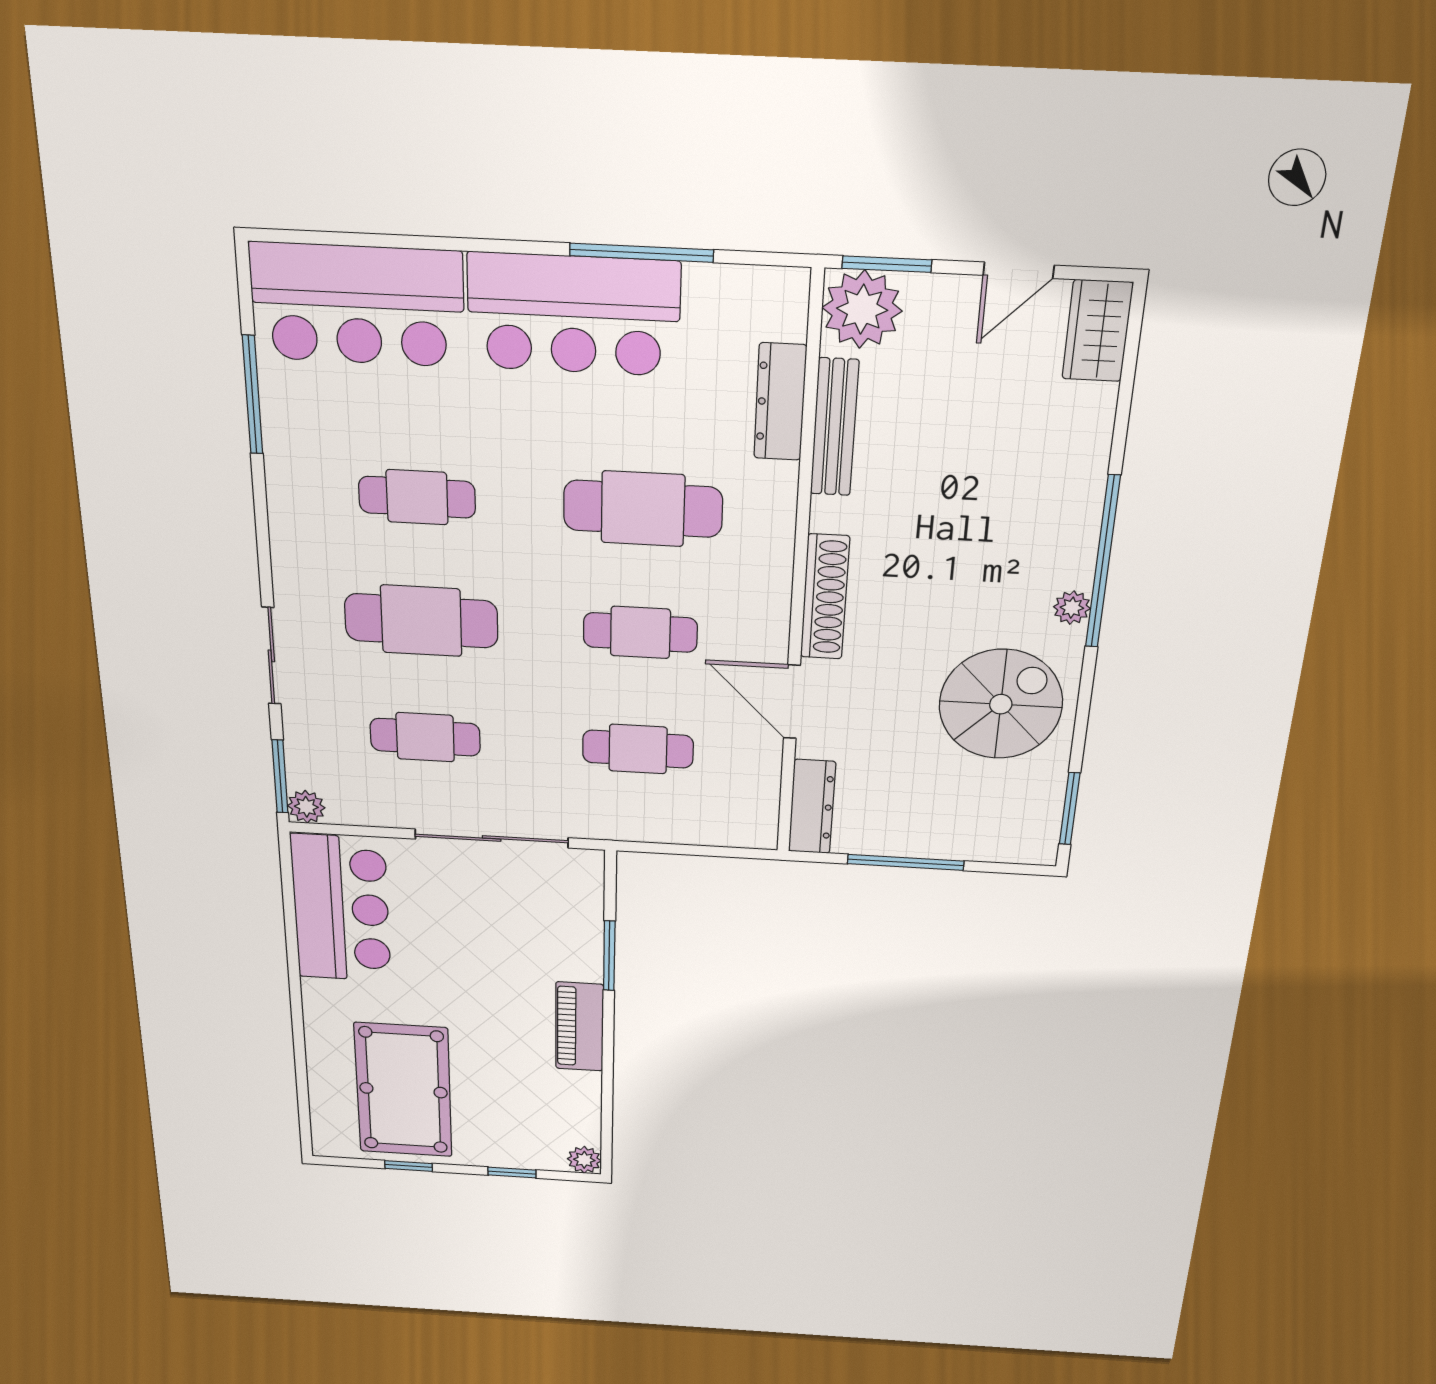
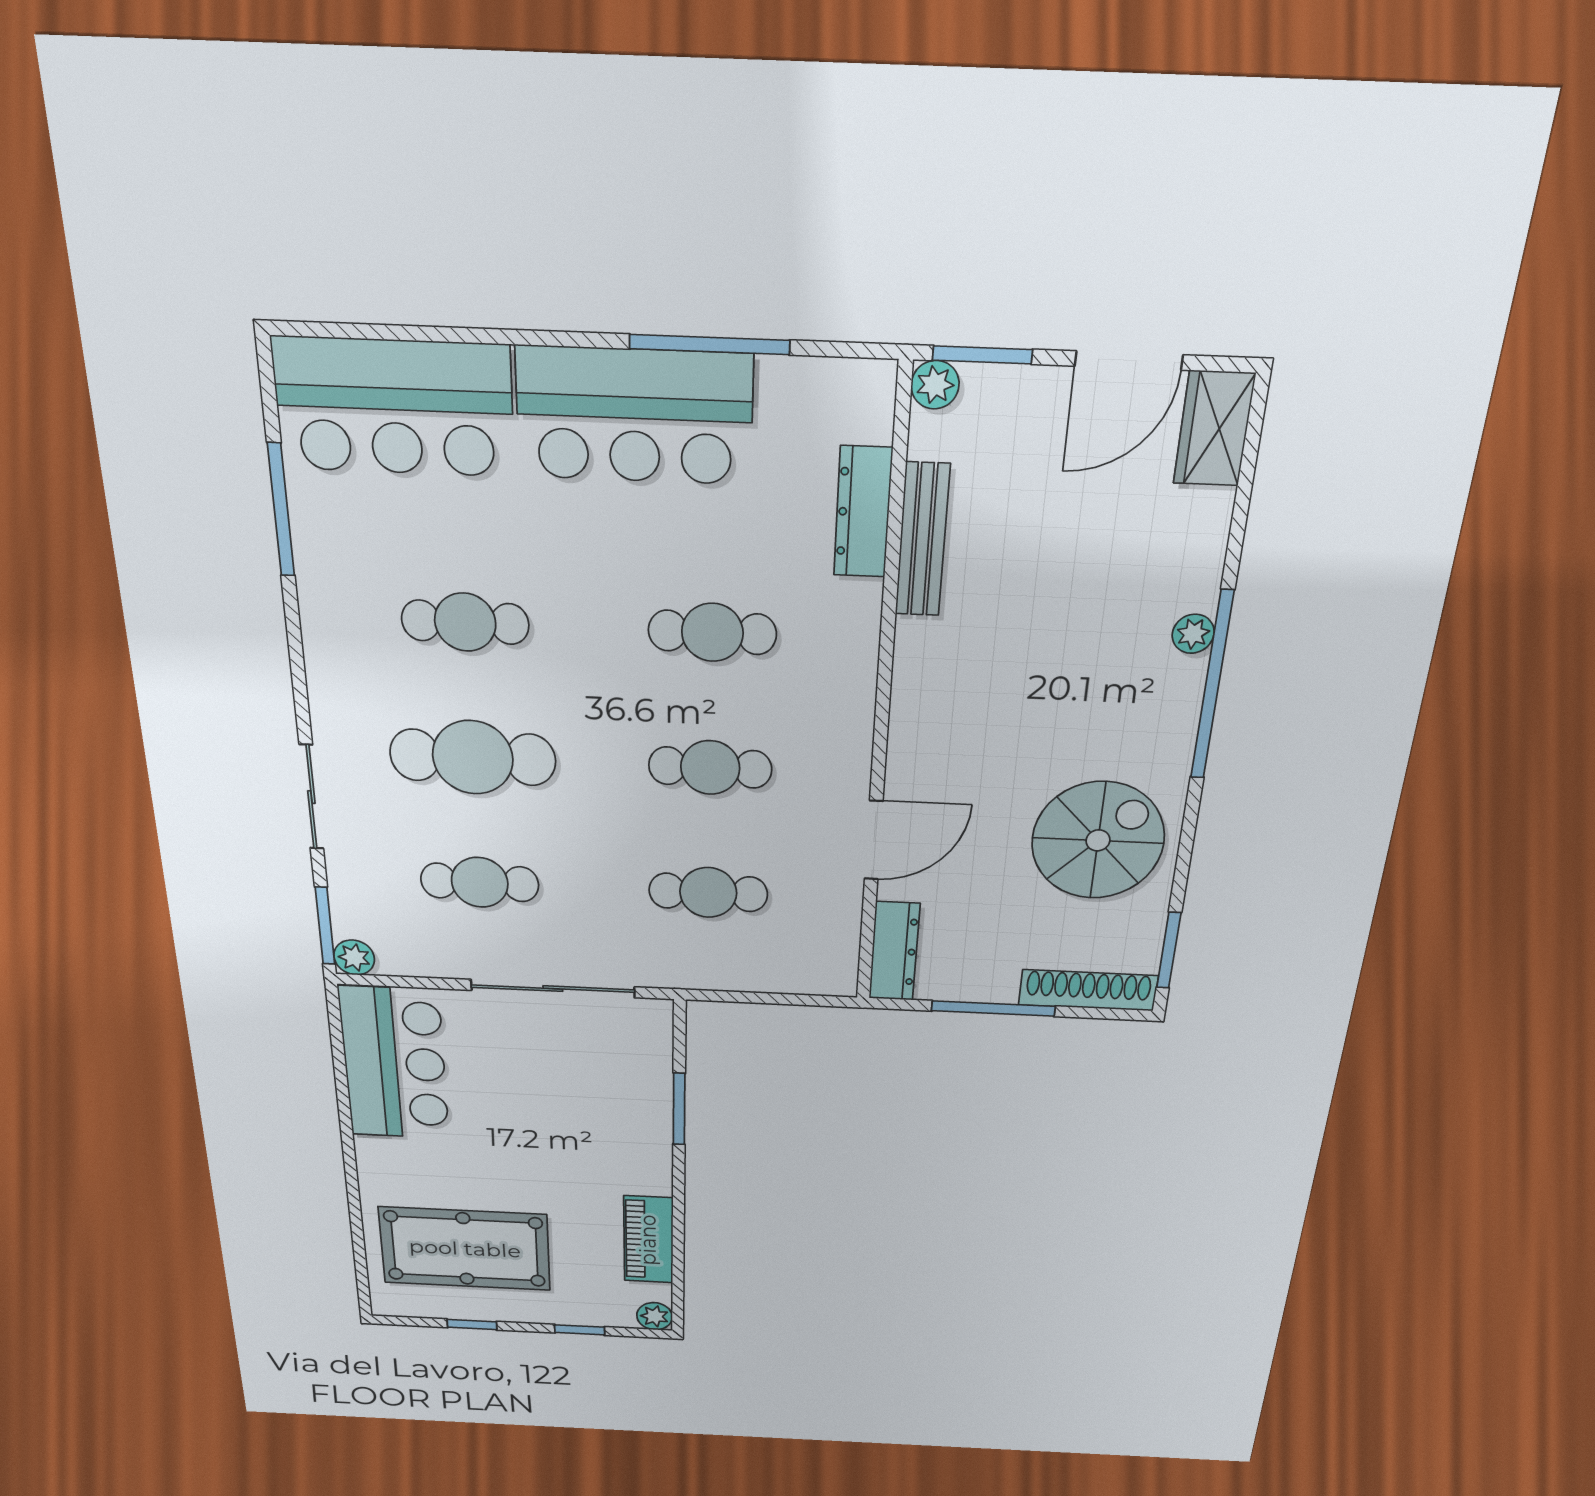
door: (1019, 270) -> (1129, 360), width x1.38
plant: (862, 309) -> (935, 385), width x0.53, depth x0.53
cafe table: (643, 509) -> (712, 632), width x0.73, depth x0.74
shoe rack: (825, 597) -> (1088, 990), moved, turned -90
plant: (1072, 608) -> (1193, 634), moved
door: (792, 702) -> (874, 840), swing flipped
piano: (579, 1027) -> (648, 1240), moved
pool table: (403, 1090) -> (465, 1249), turned 90

